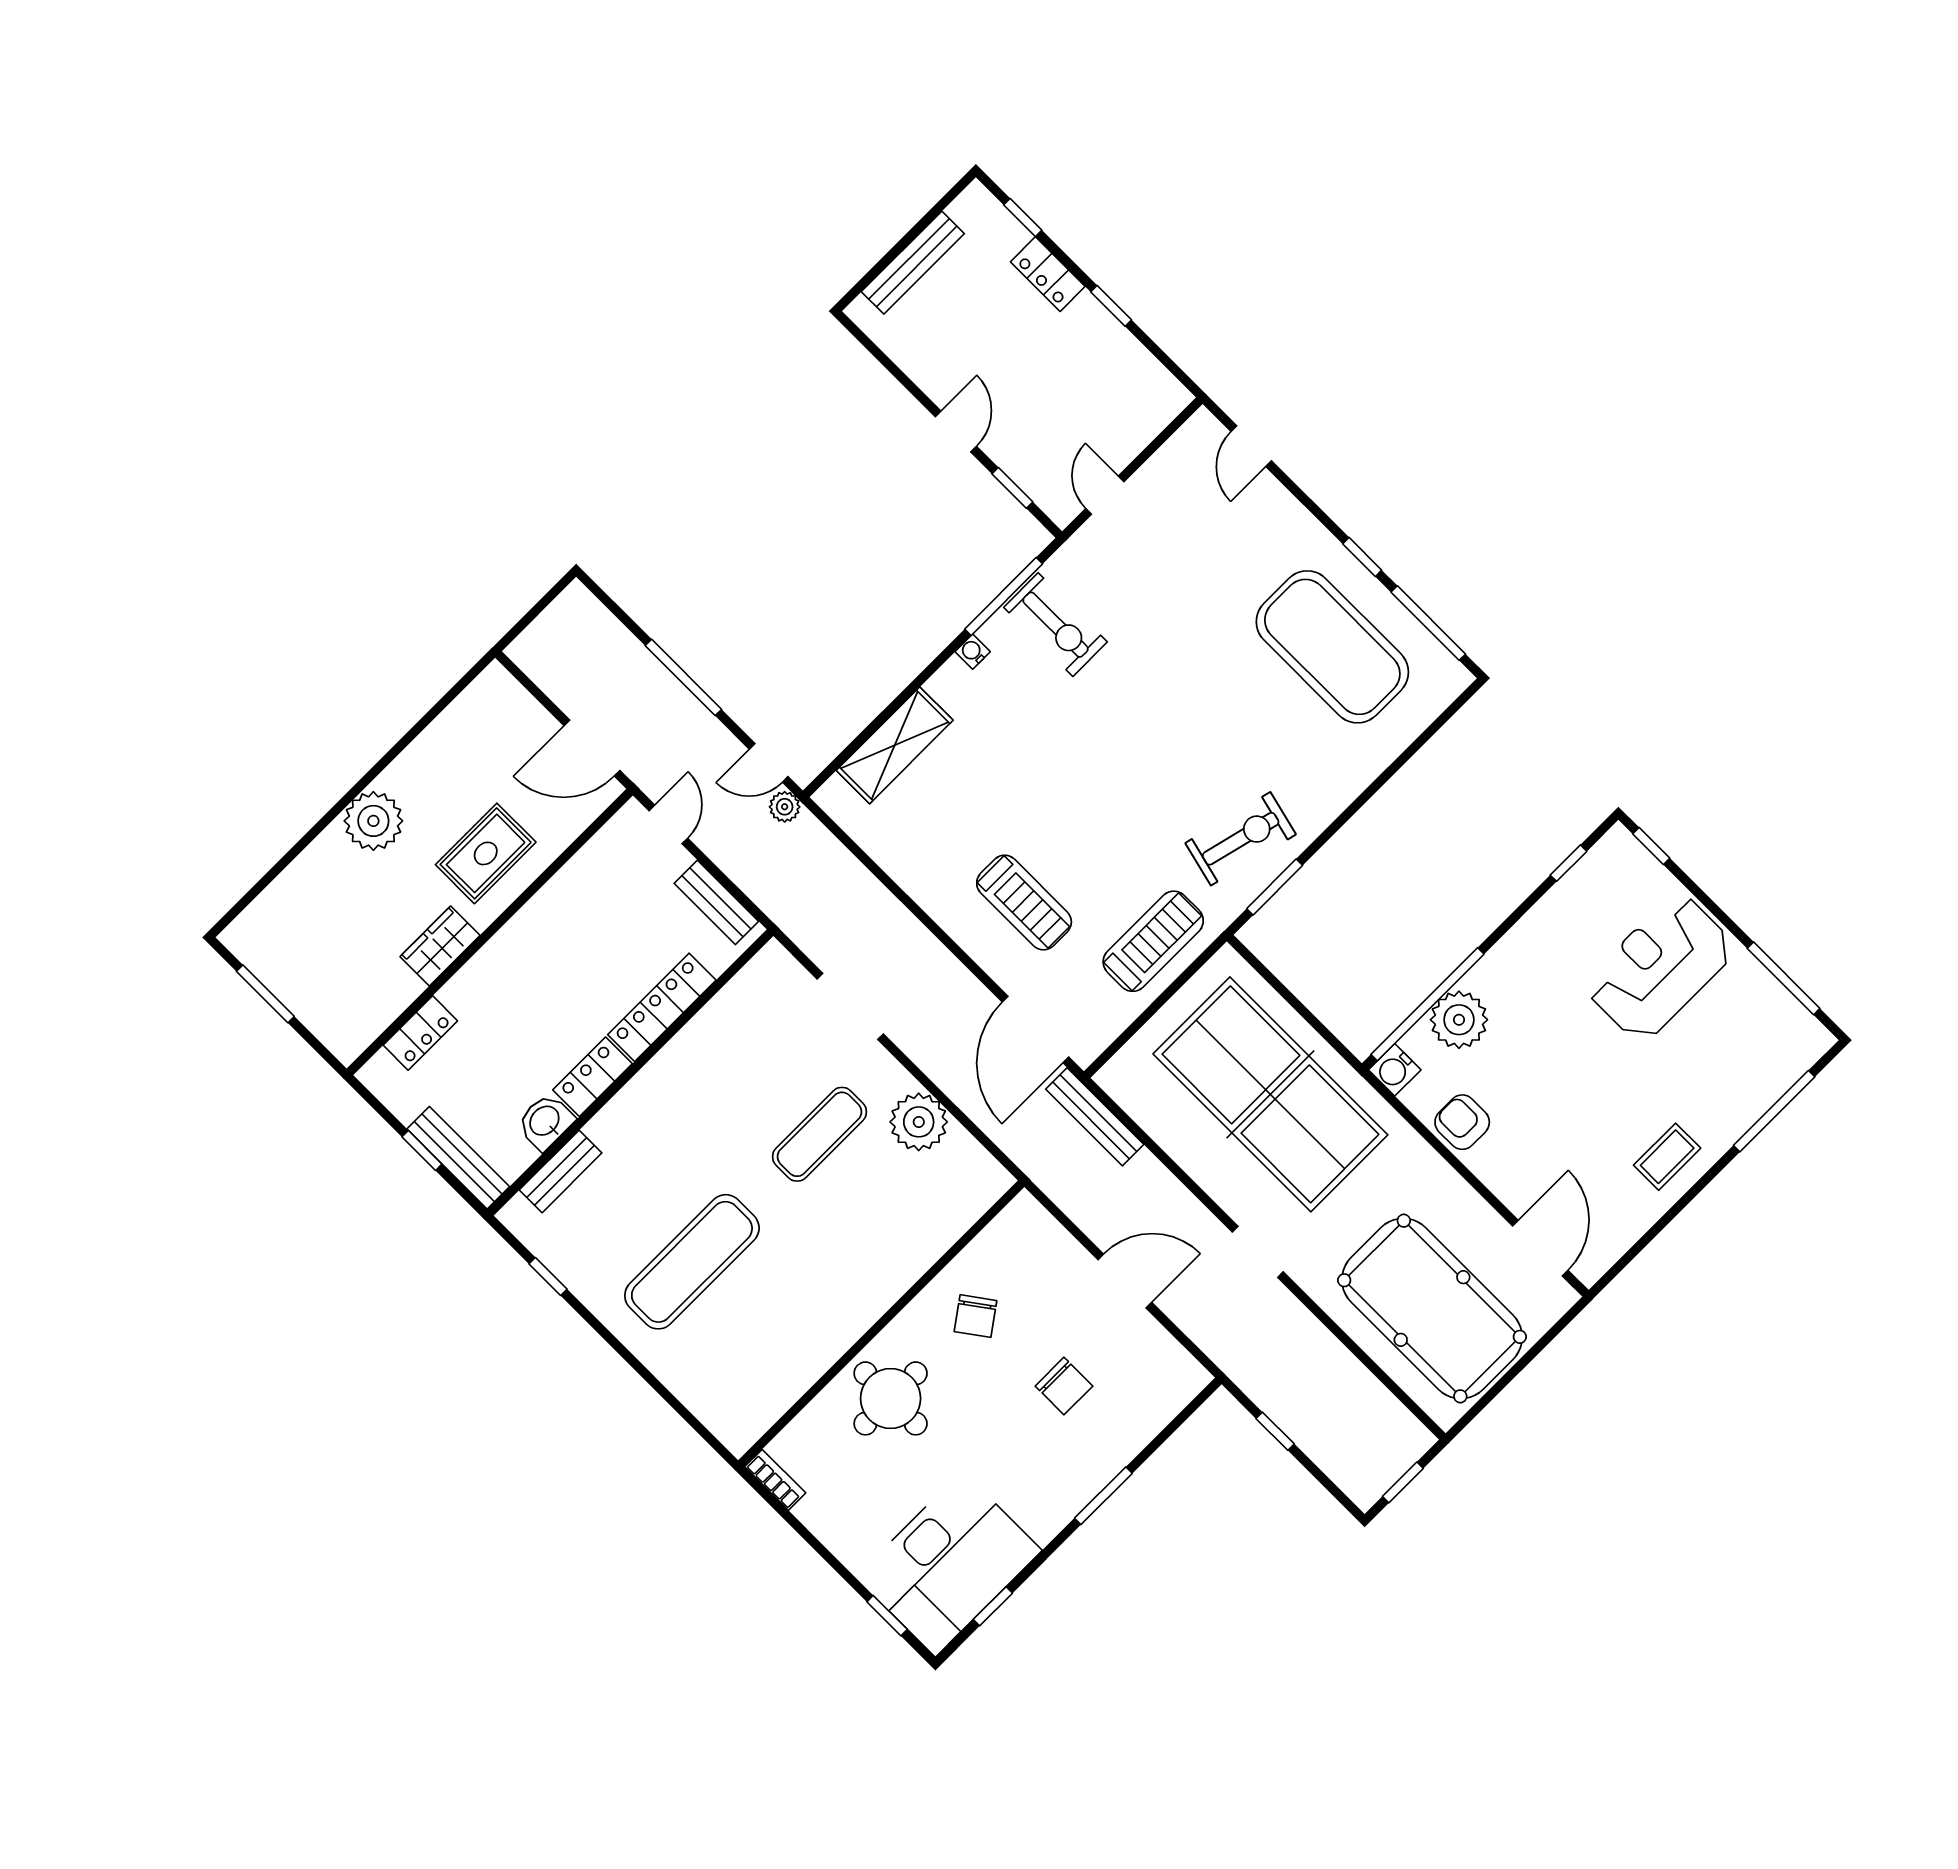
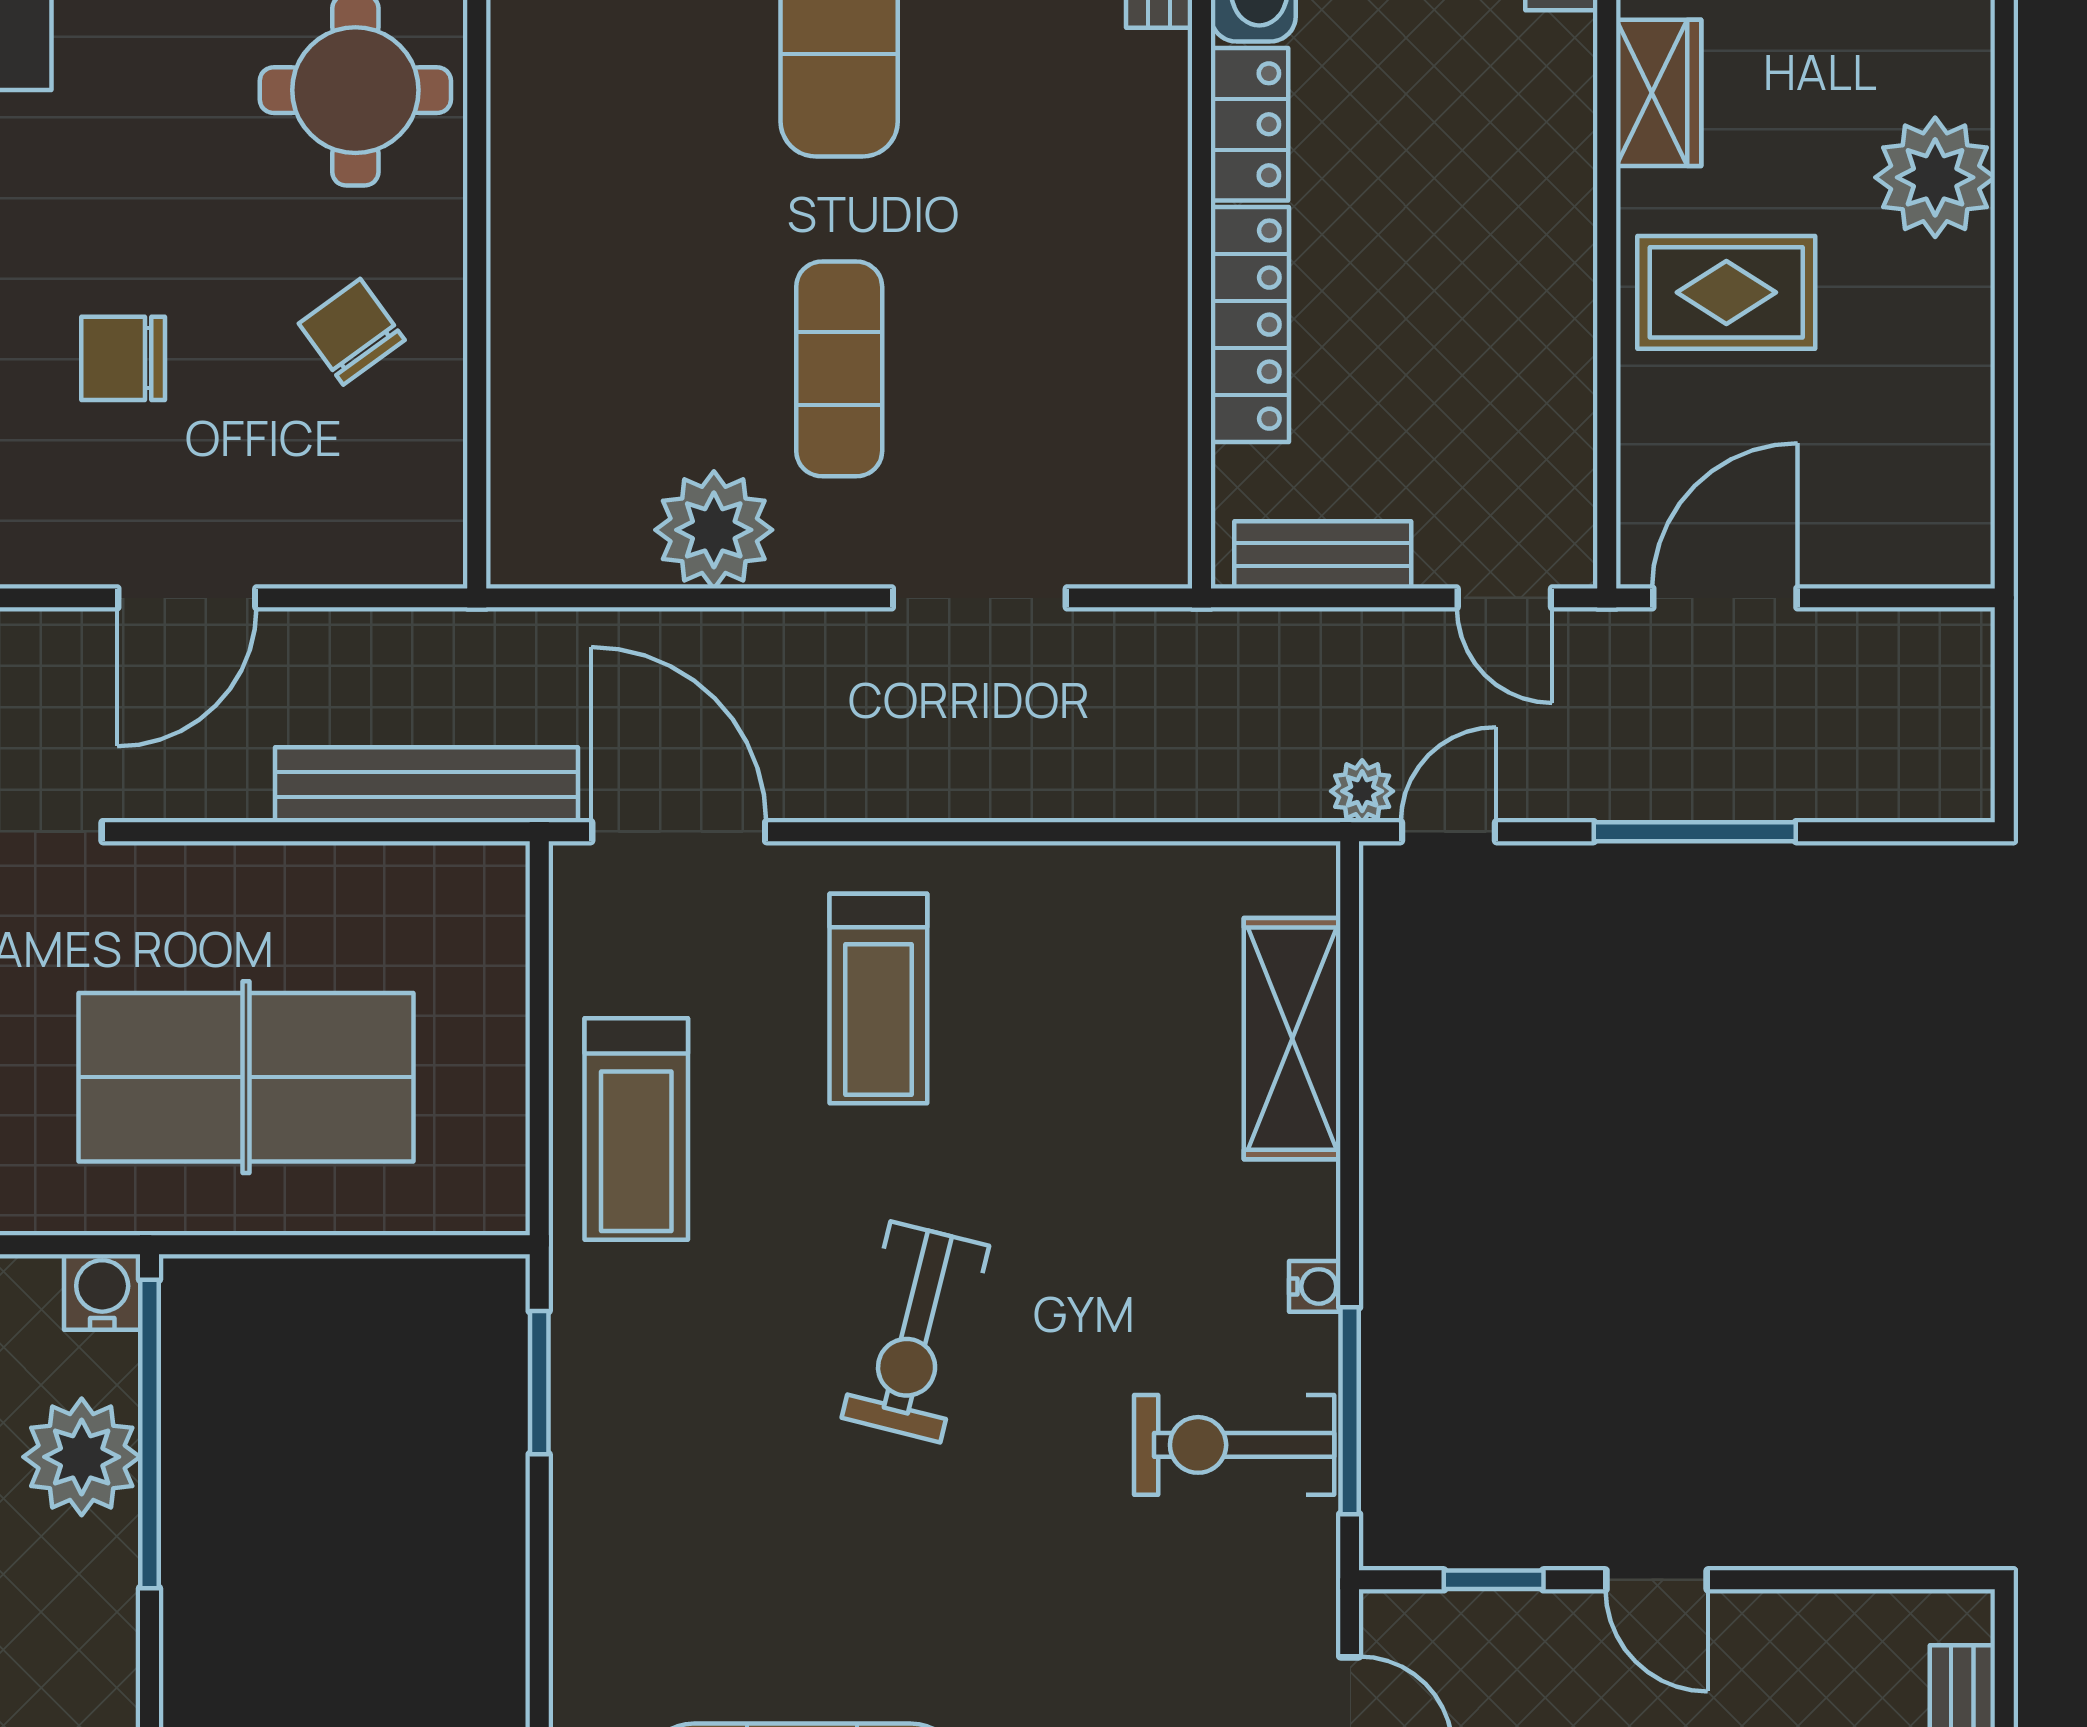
exercise bike: (1241, 839) -> (915, 1332), moved
rug: (486, 853) -> (1726, 292), turned 90
treadmill: (1024, 903) -> (878, 999), turned -90
table tennis table: (1270, 1094) -> (246, 1077), width x0.73, depth x0.76
bench: (1095, 1117) -> (427, 785), width x1.37, depth x1.21

